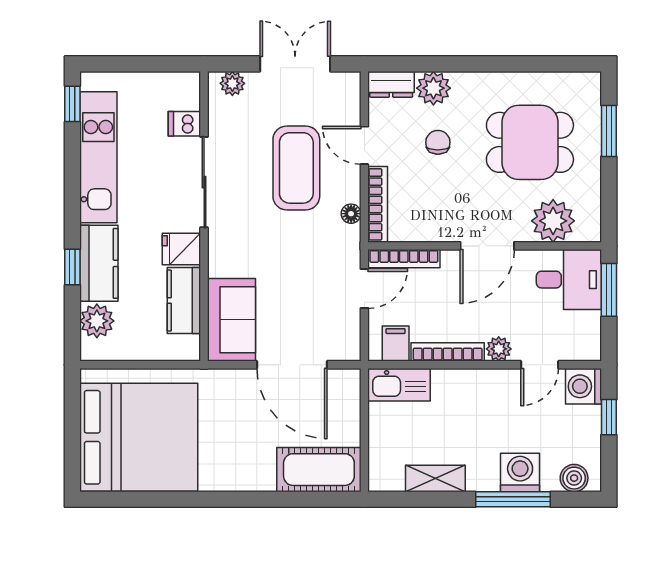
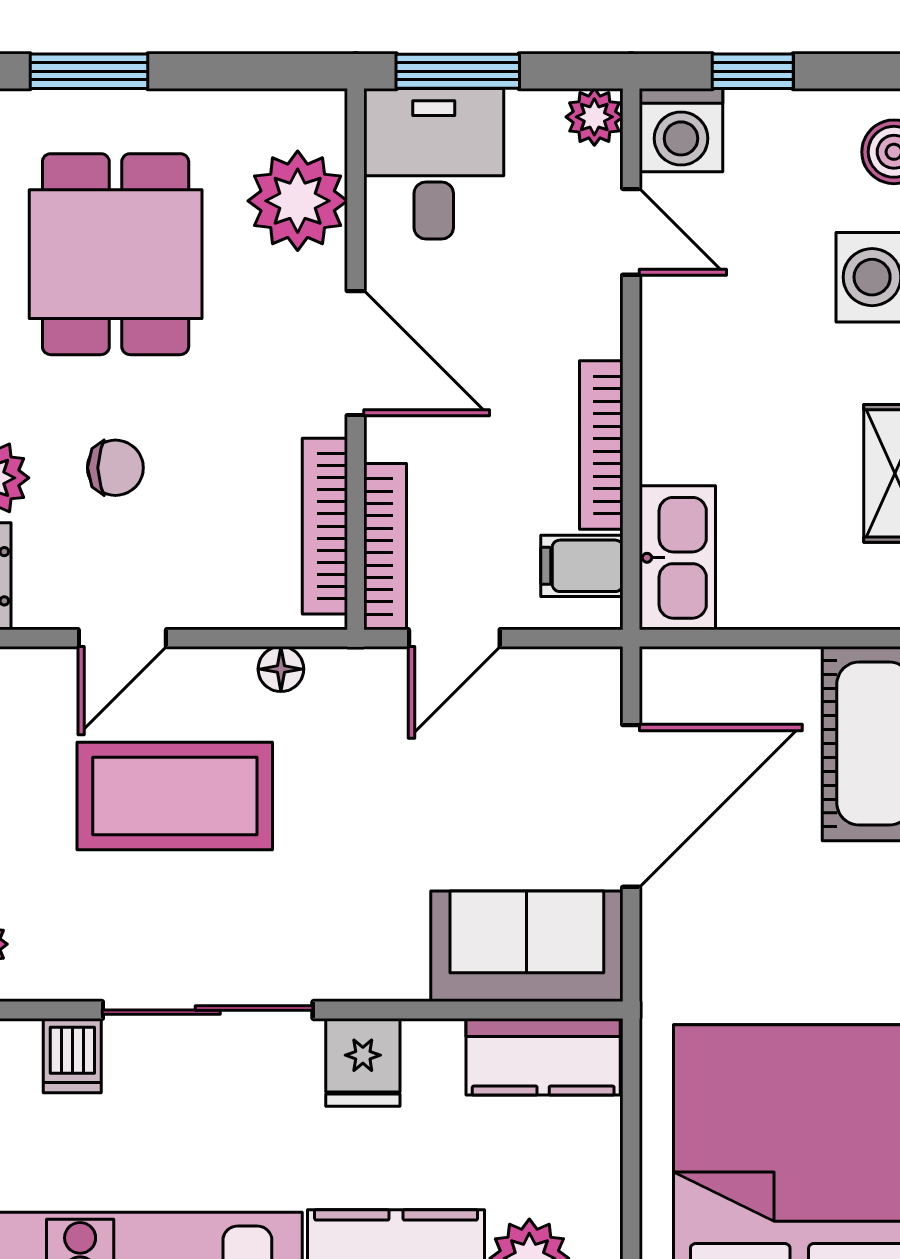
chair: (438, 142) -> (115, 468), turned 180
bookcase: (378, 204) -> (325, 526), moved, turned -90
door: (364, 288) -> (454, 638), swing flipped
kitchen counter: (184, 301) -> (543, 1057), moved
plant: (499, 349) -> (594, 117), moved

